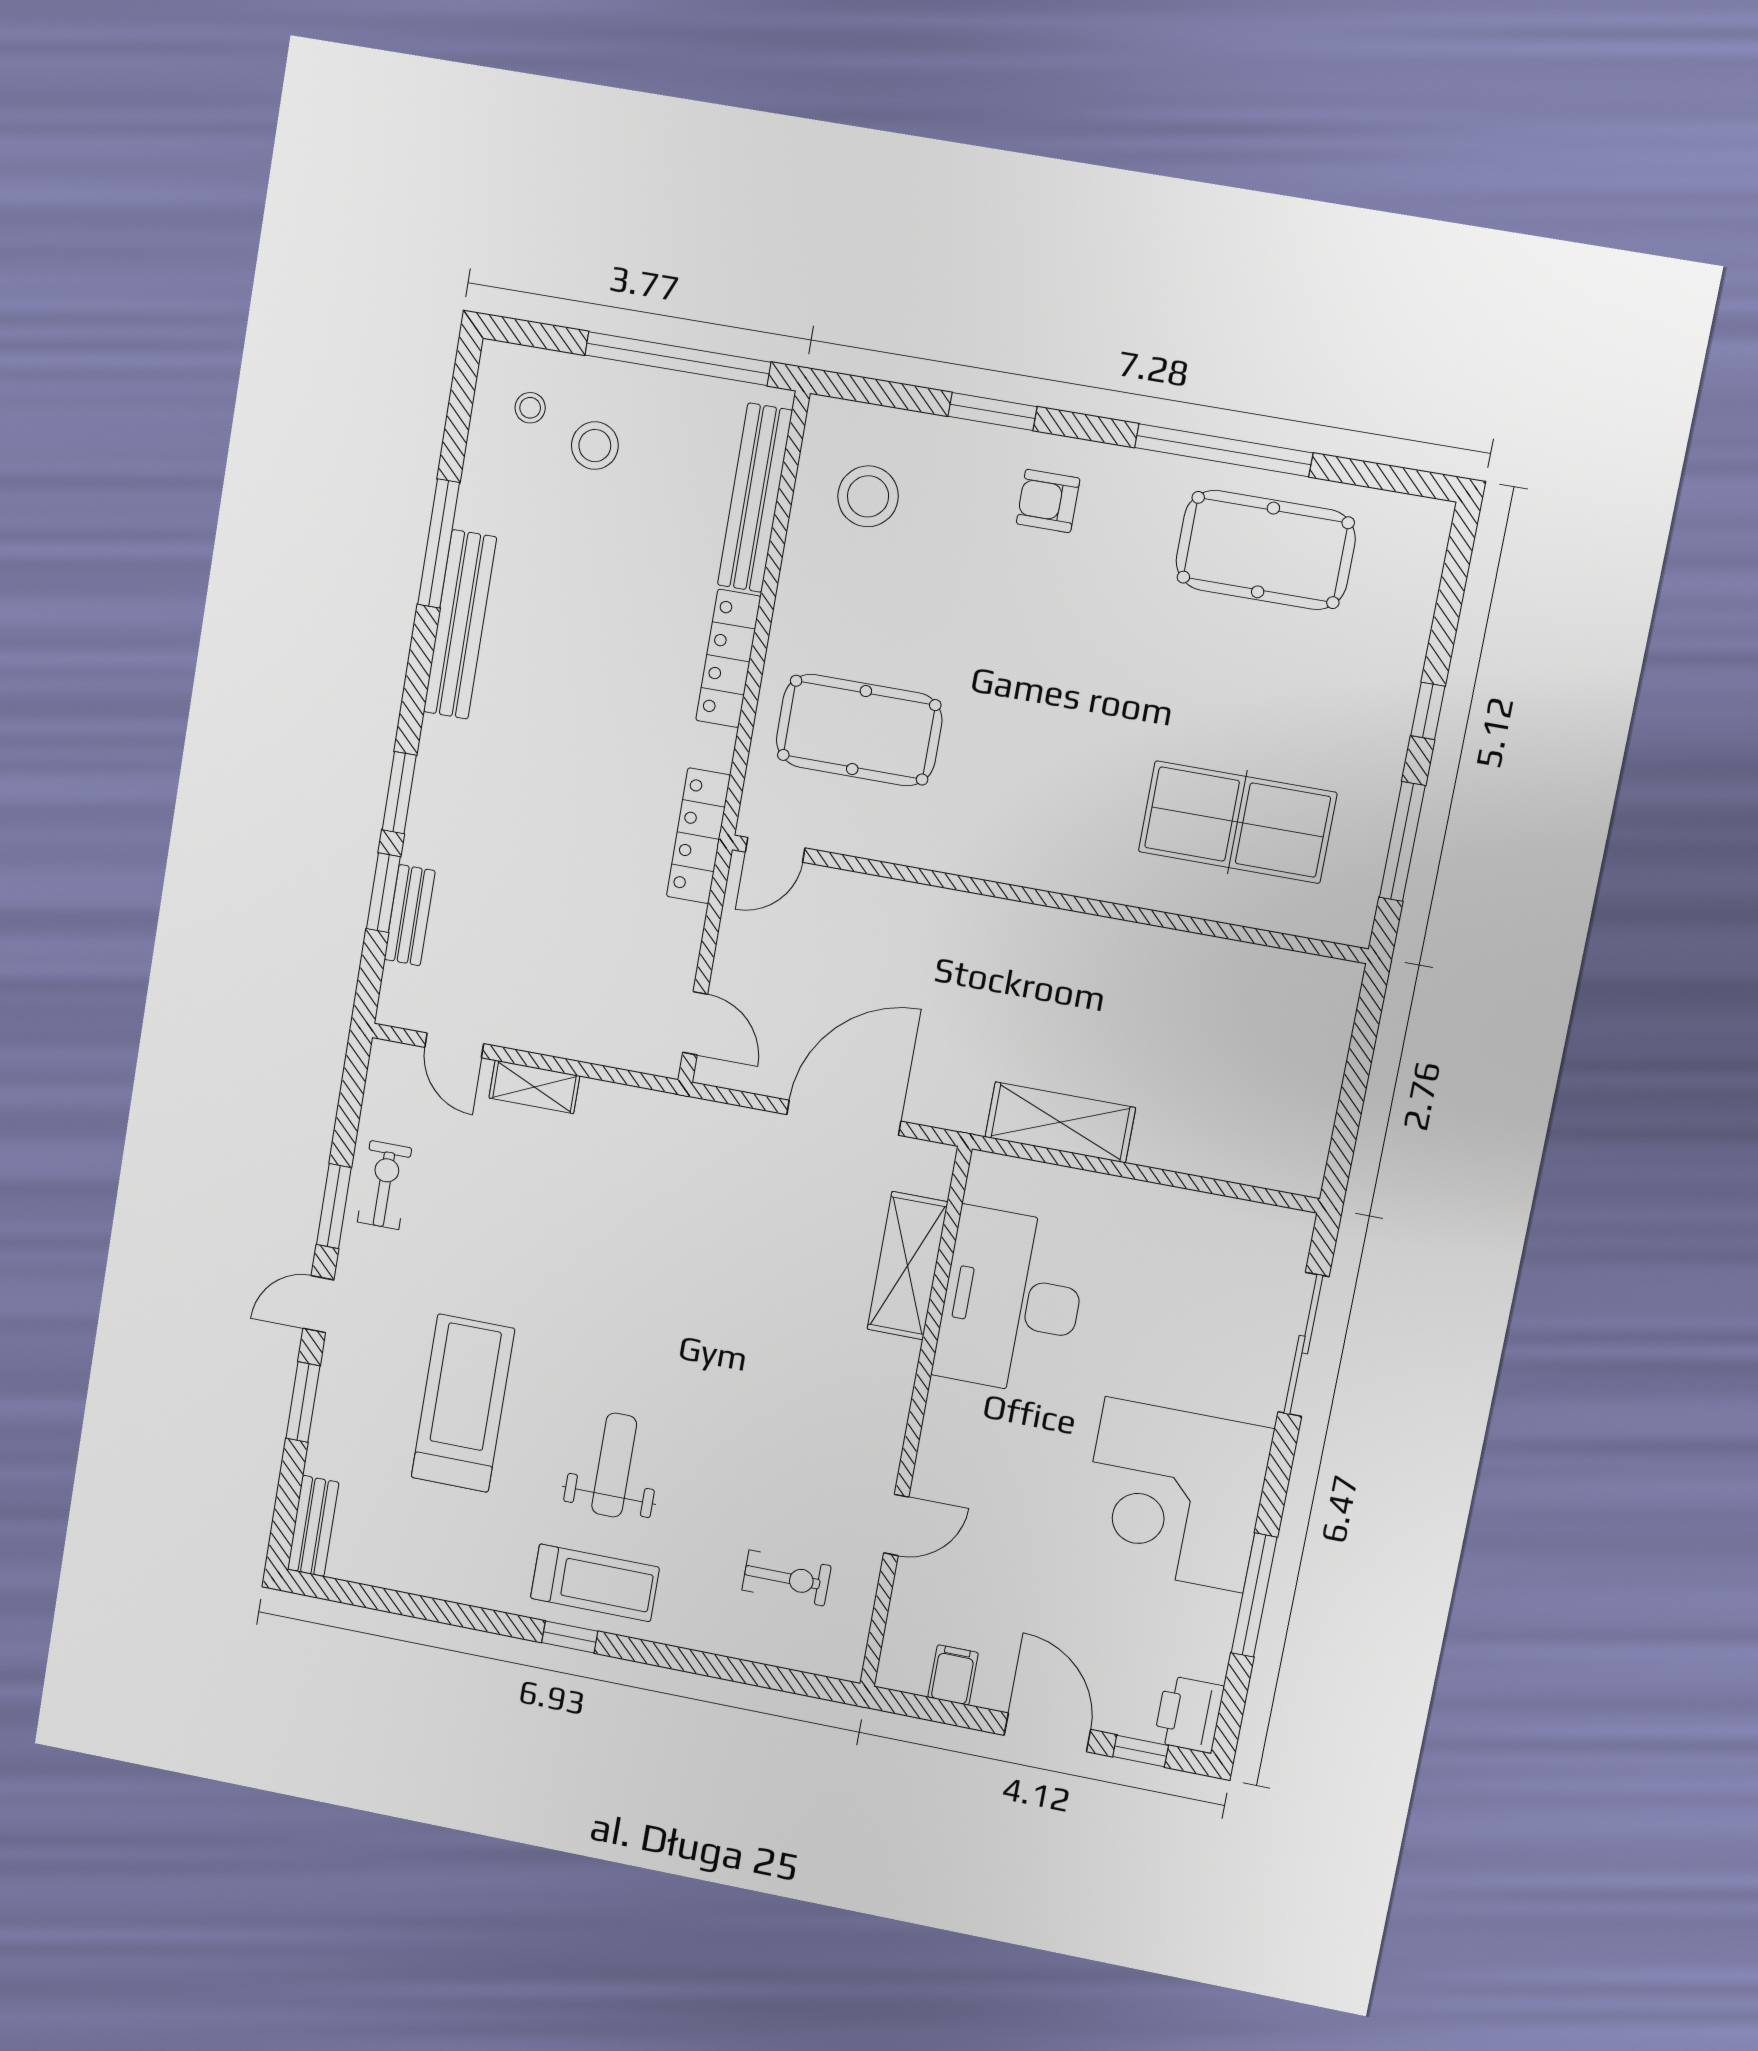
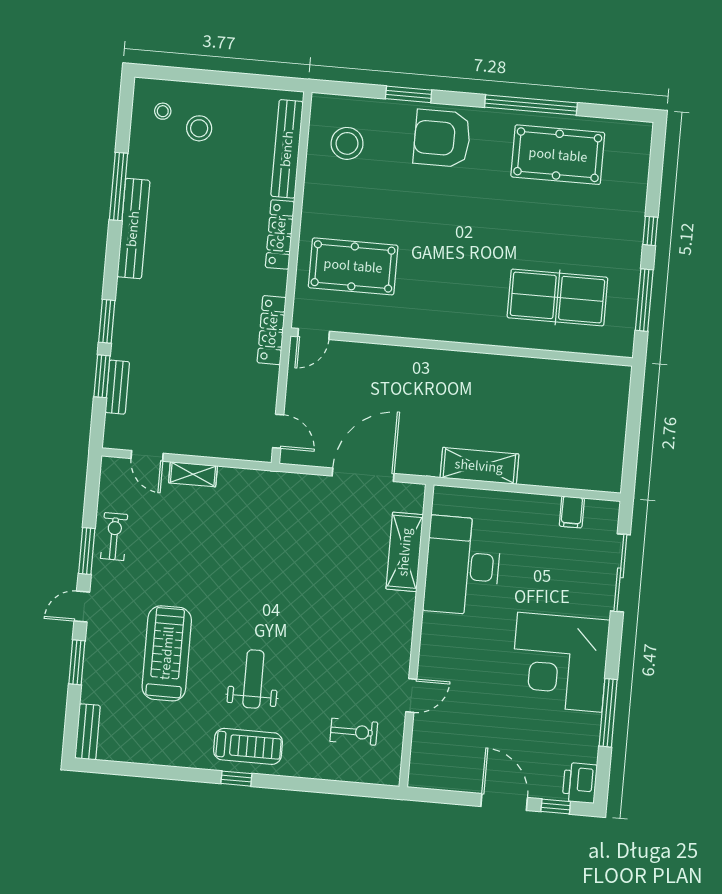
window: (678, 359) -> (240, 80), removed
armchair: (1048, 501) -> (442, 138), width x1.88, depth x1.88
filing cabinet: (953, 1675) -> (572, 512), moved, turned 180

